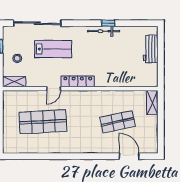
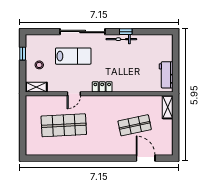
sliding door: (37, 23) -> (83, 32), moved
workbench: (151, 49) -> (166, 75), moved
locker: (78, 81) -> (102, 87), width x0.66

